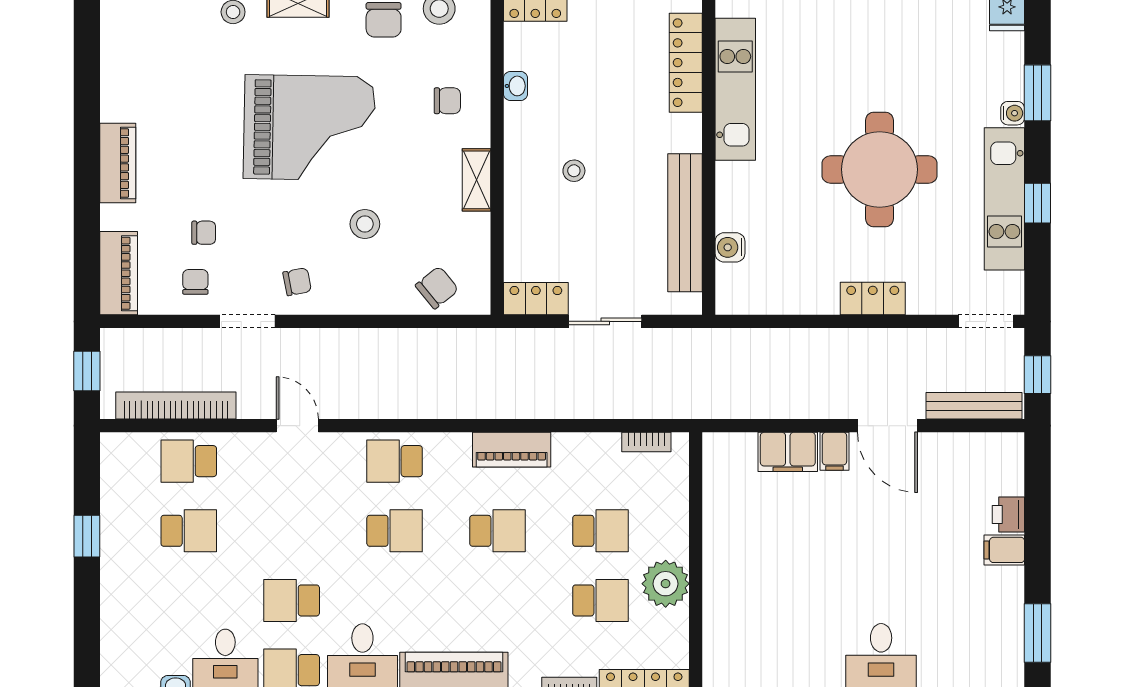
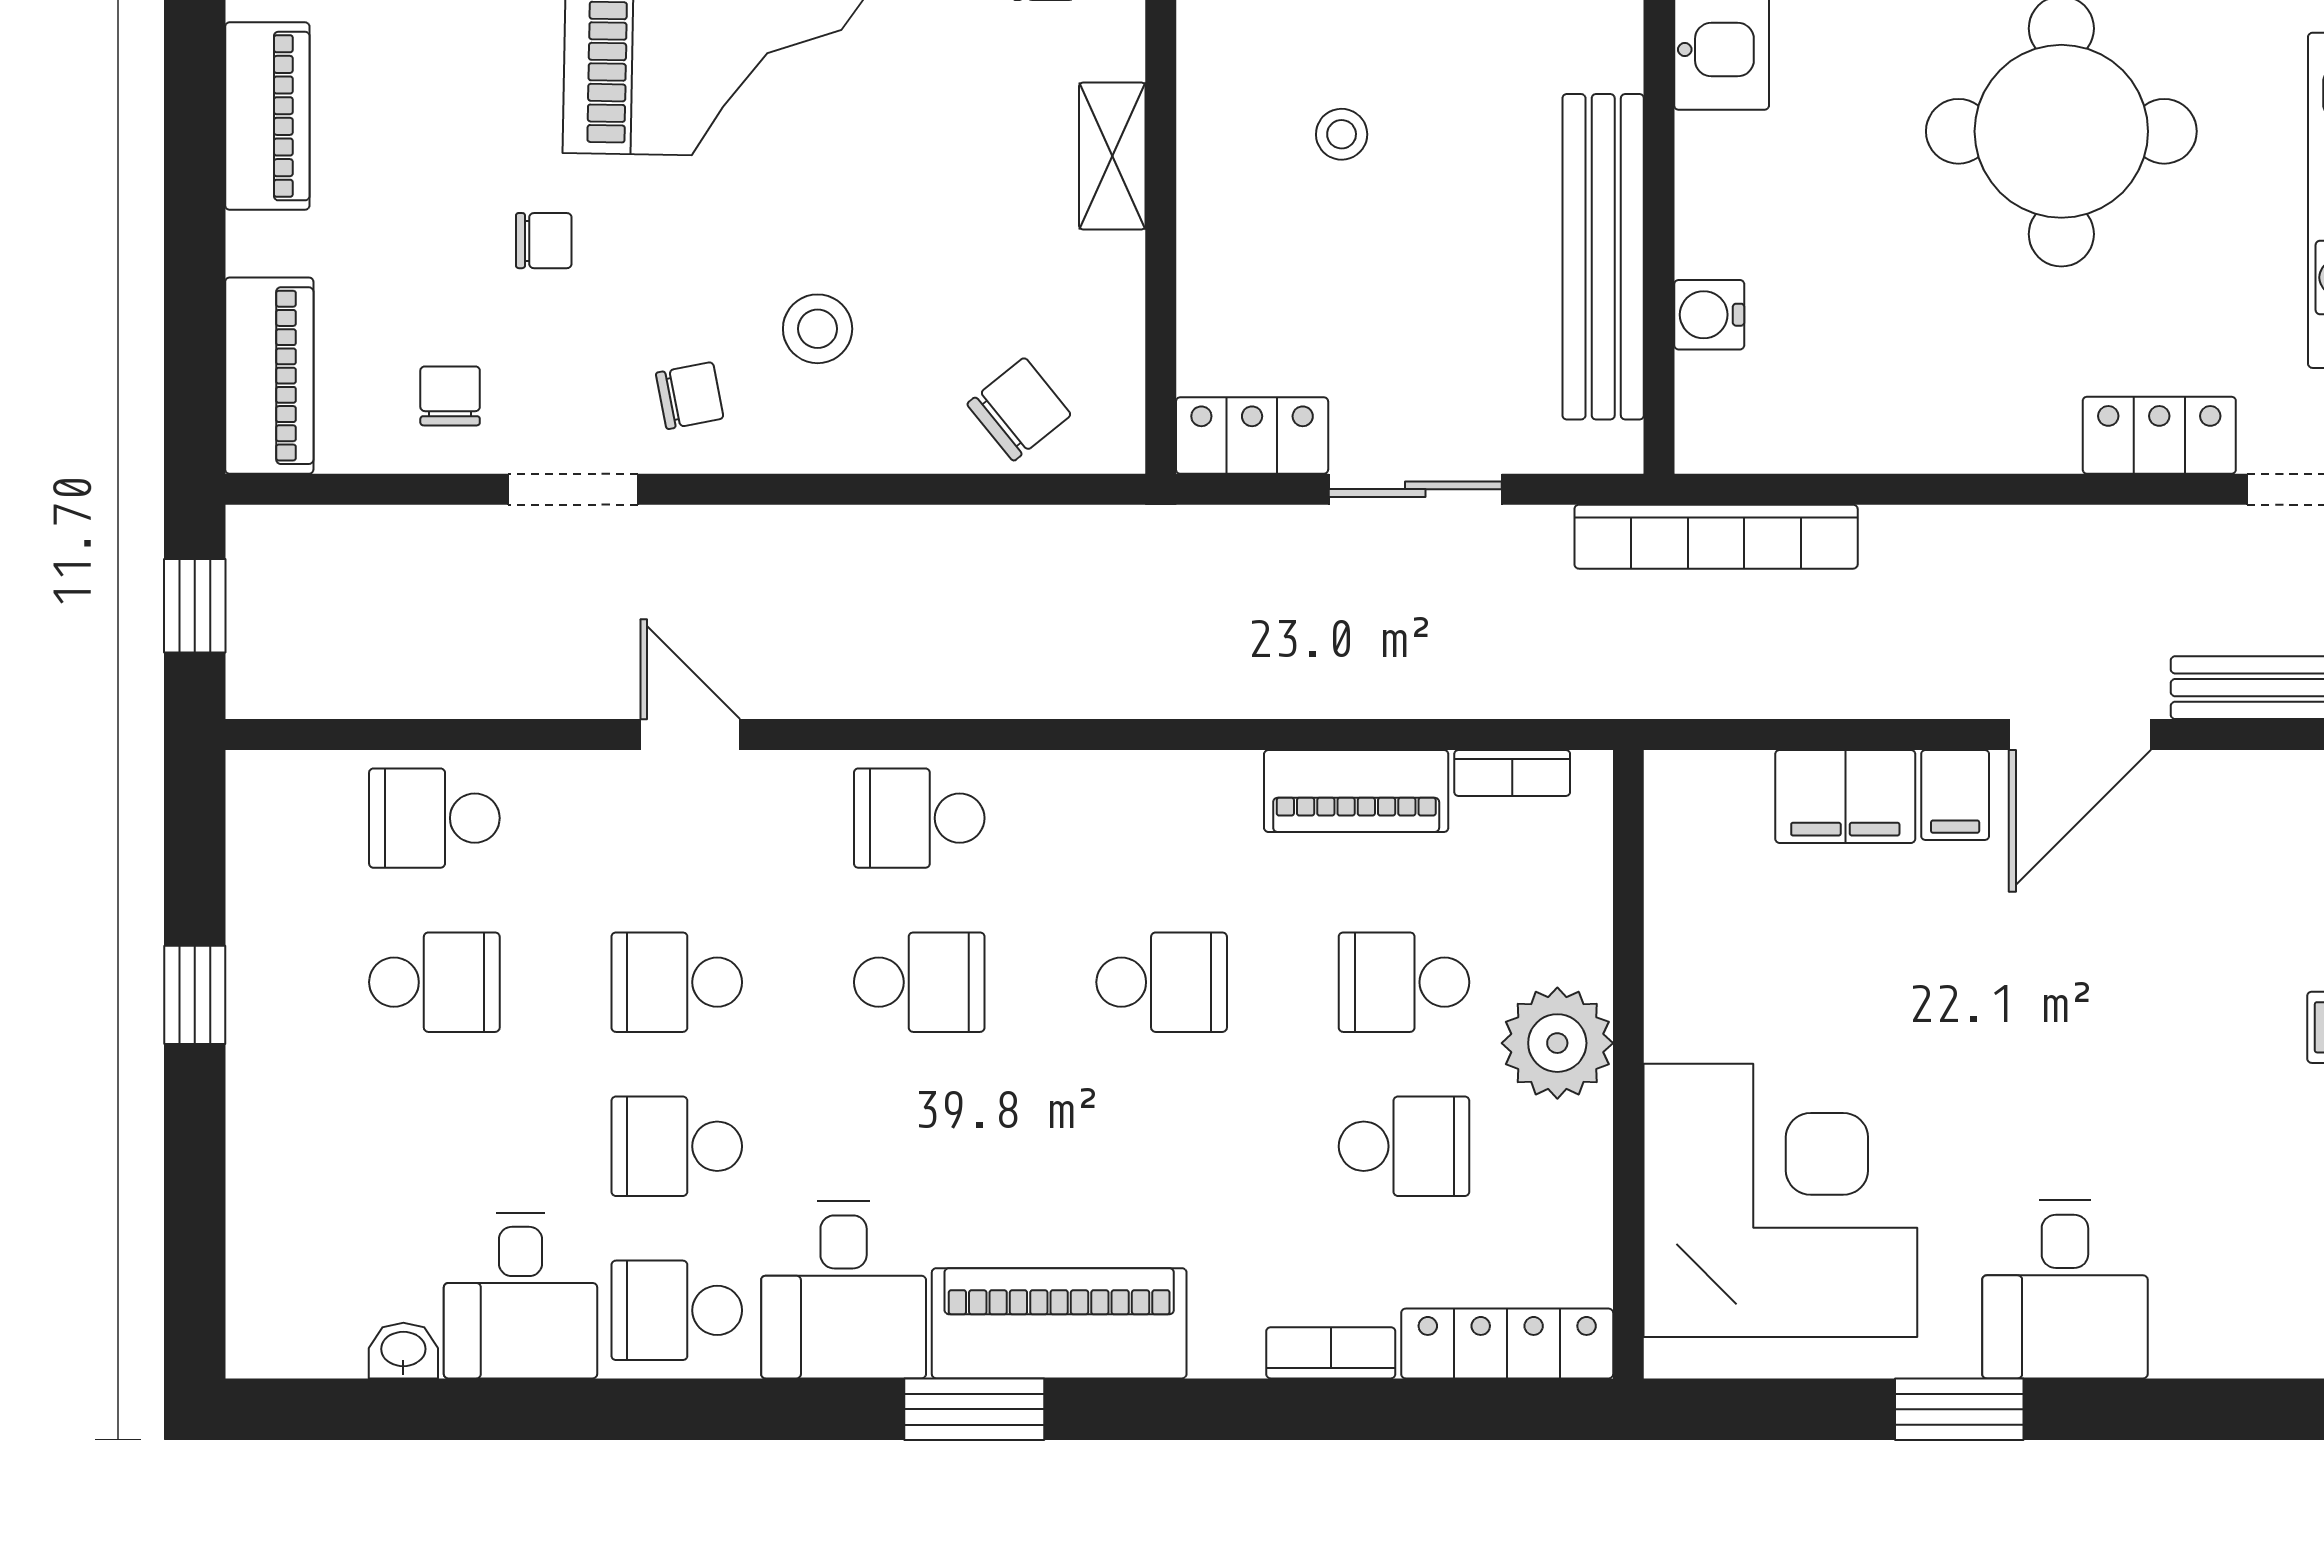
stool: (365, 224) -> (818, 329), moved
chair: (204, 233) -> (544, 241), moved
locker: (873, 299) -> (2159, 435), moved
bookcase: (176, 405) -> (1716, 537), moved, turned 180
door: (887, 426) -> (2080, 735), hinge flipped
piano: (512, 450) -> (1356, 791), moved
school desk: (292, 531) -> (677, 982), added
school desk: (600, 531) -> (1404, 982), turned 180
plant: (666, 584) -> (1557, 1043), moved
corner desk: (760, 623) -> (1780, 1200), added

